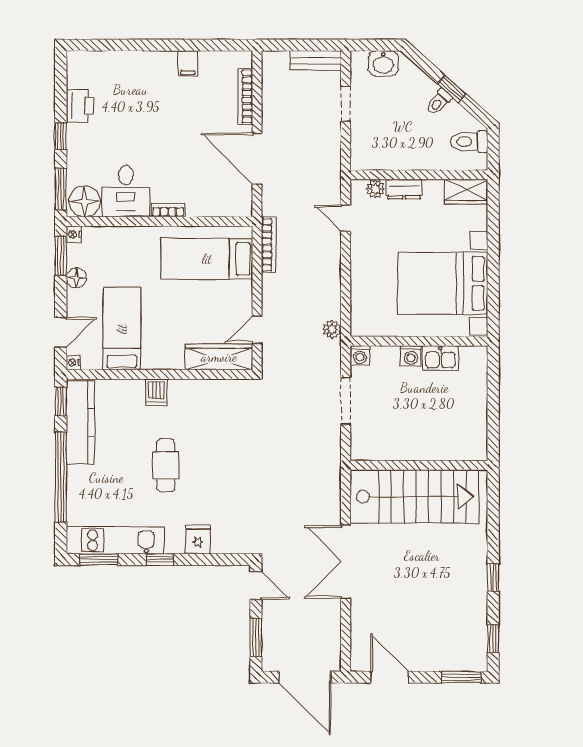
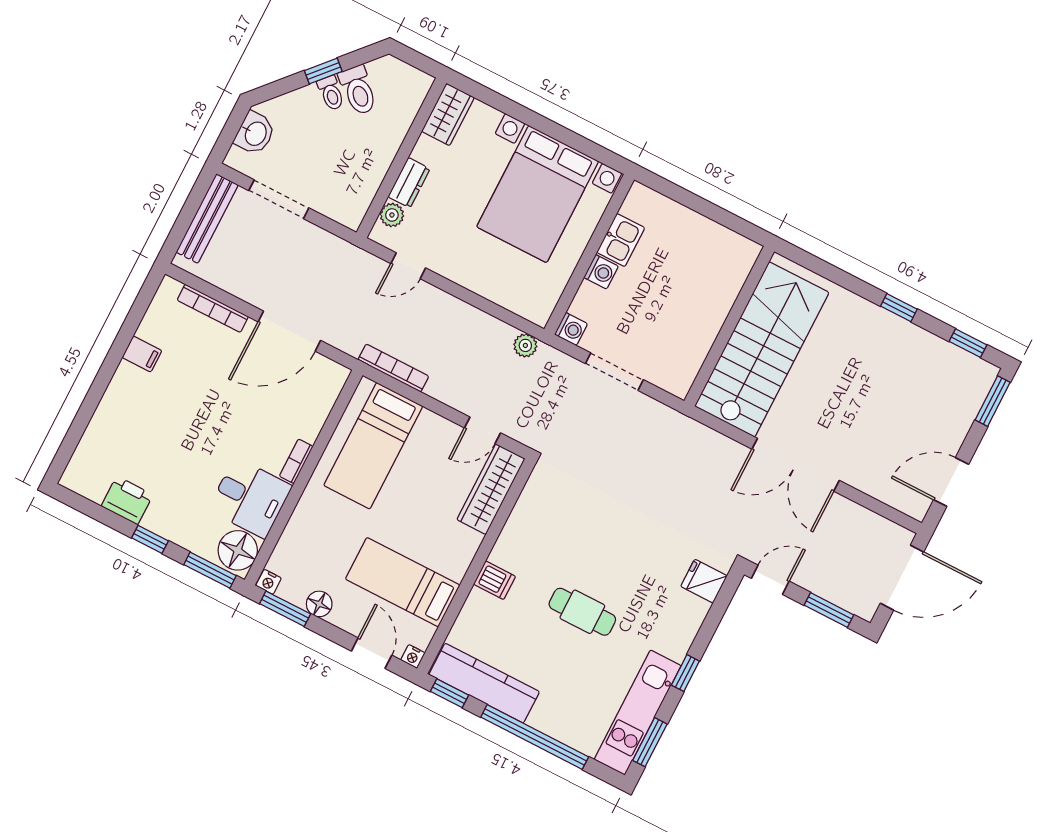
bench: (316, 60) -> (207, 218), width x1.36
doorway: (346, 104) -> (279, 199), width x1.38
toilet: (469, 142) -> (358, 90), moved, turned -48
door: (257, 330) -> (483, 430), hinge flipped
fridge: (198, 539) -> (704, 581), moved

